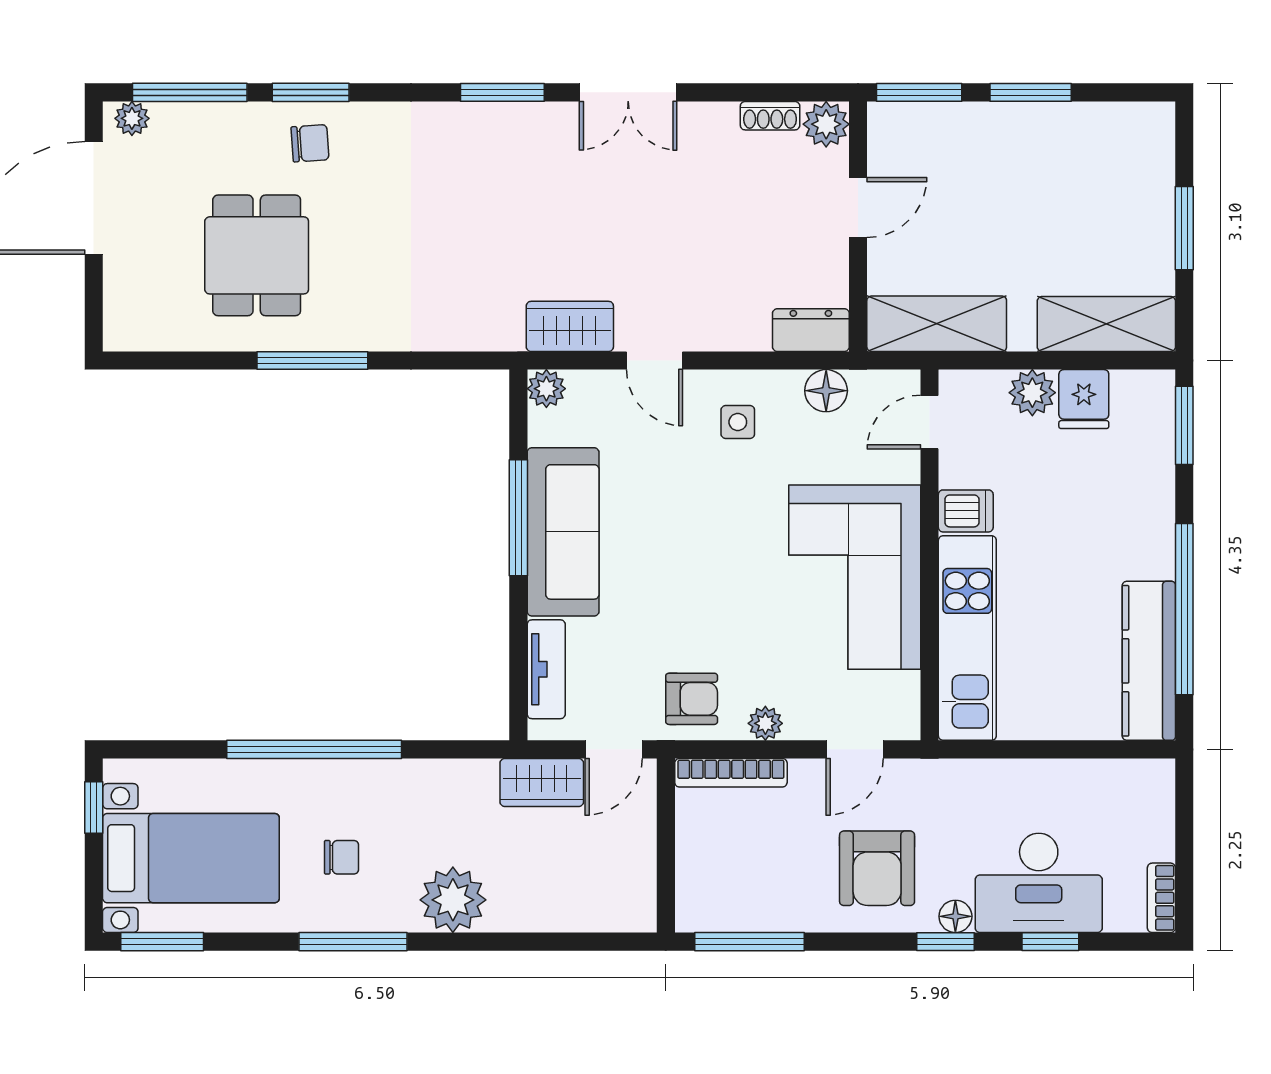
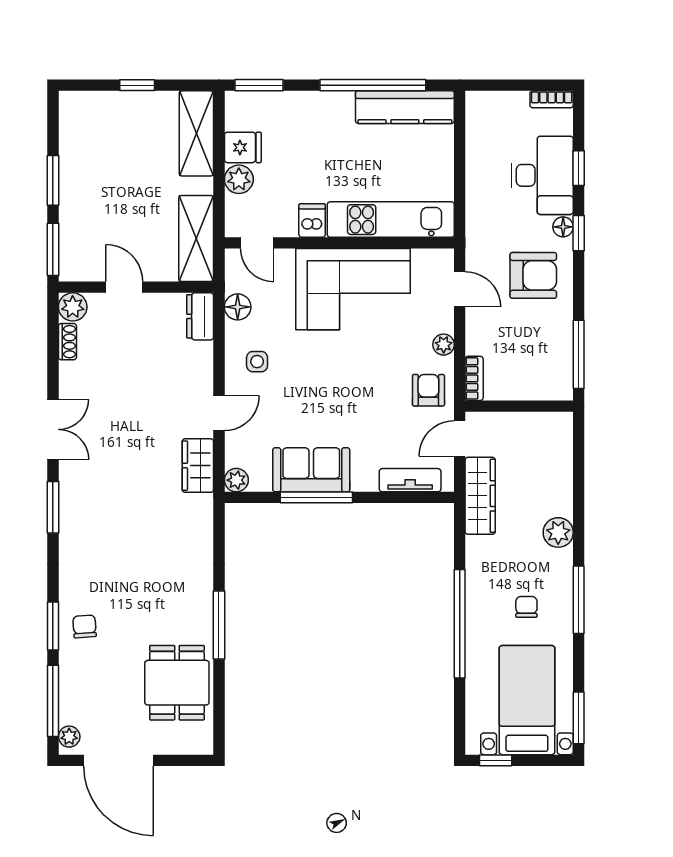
window: (1184, 228) -> (137, 85), width x0.67
dining table: (257, 255) -> (177, 683), moved, turned 90
sofa: (563, 532) -> (311, 470), width x0.73
door: (614, 749) -> (460, 438), swing flipped
bookcase: (731, 773) -> (474, 378), width x0.64
wardrobe: (542, 782) -> (480, 496), width x1.50
plant: (453, 900) -> (558, 532), width x0.73, depth x0.73

